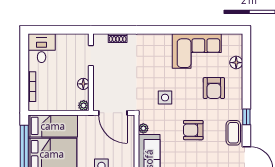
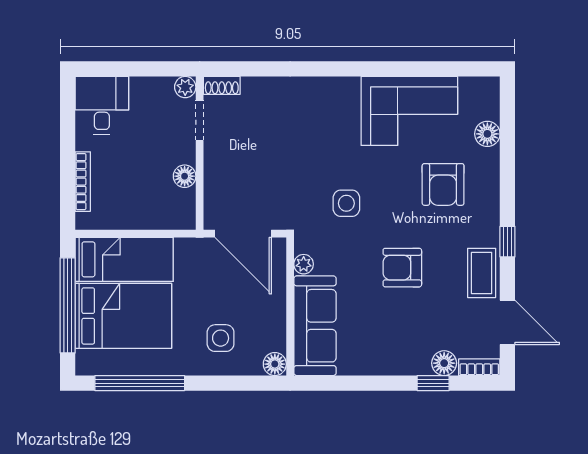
shoe rack: (118, 38) -> (222, 85), moved
plant: (84, 105) -> (185, 87), moved

